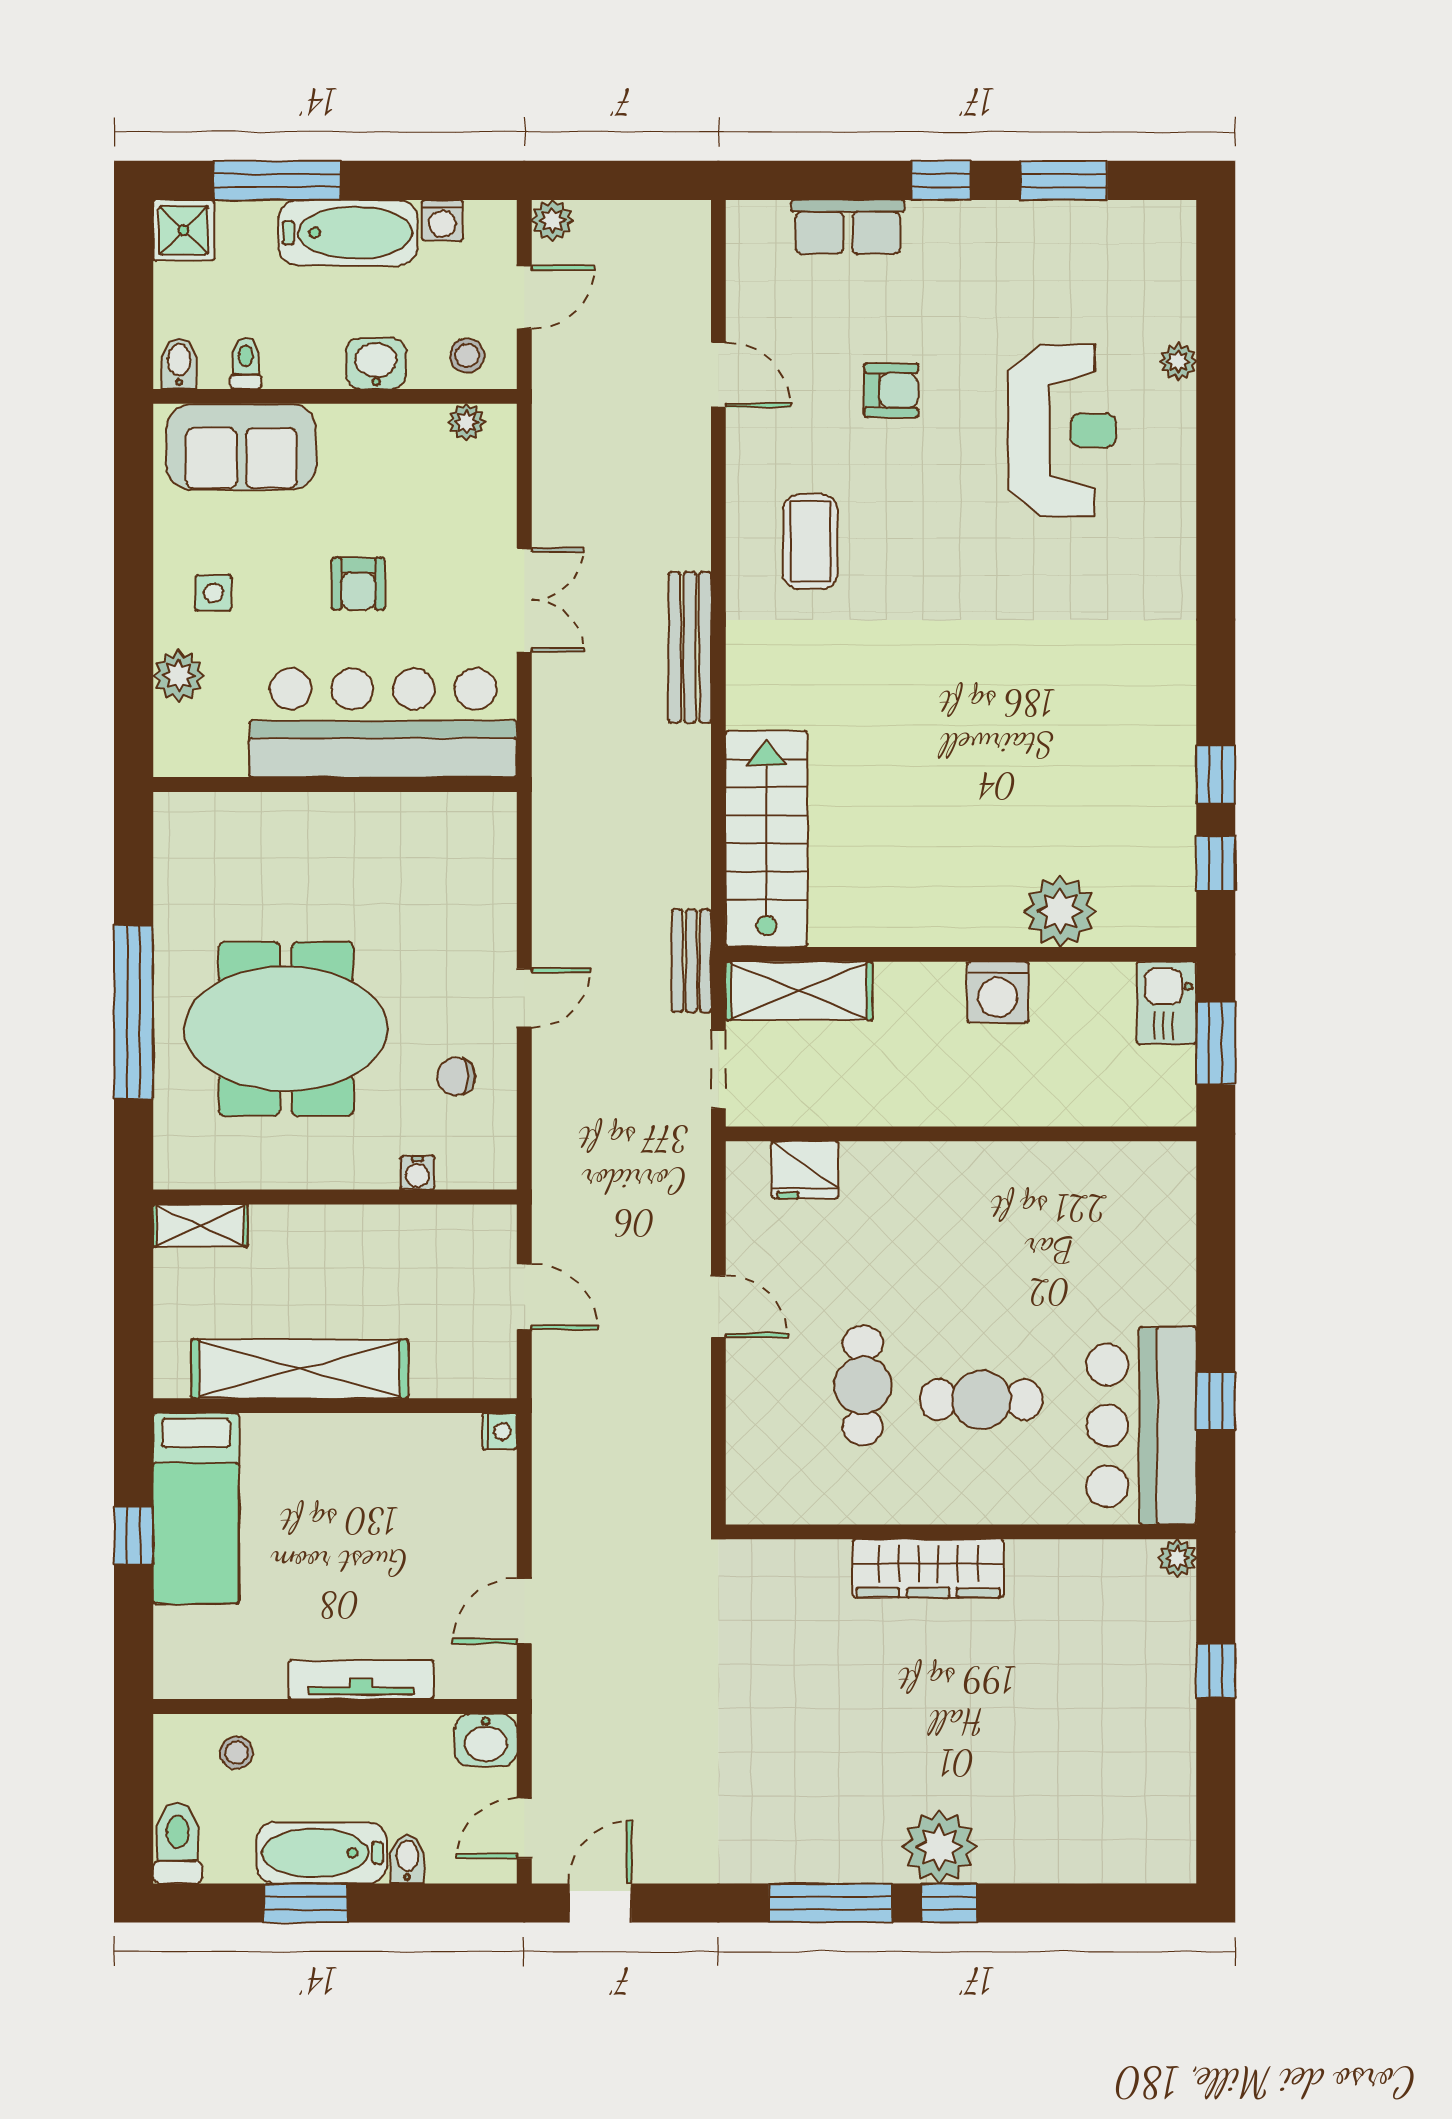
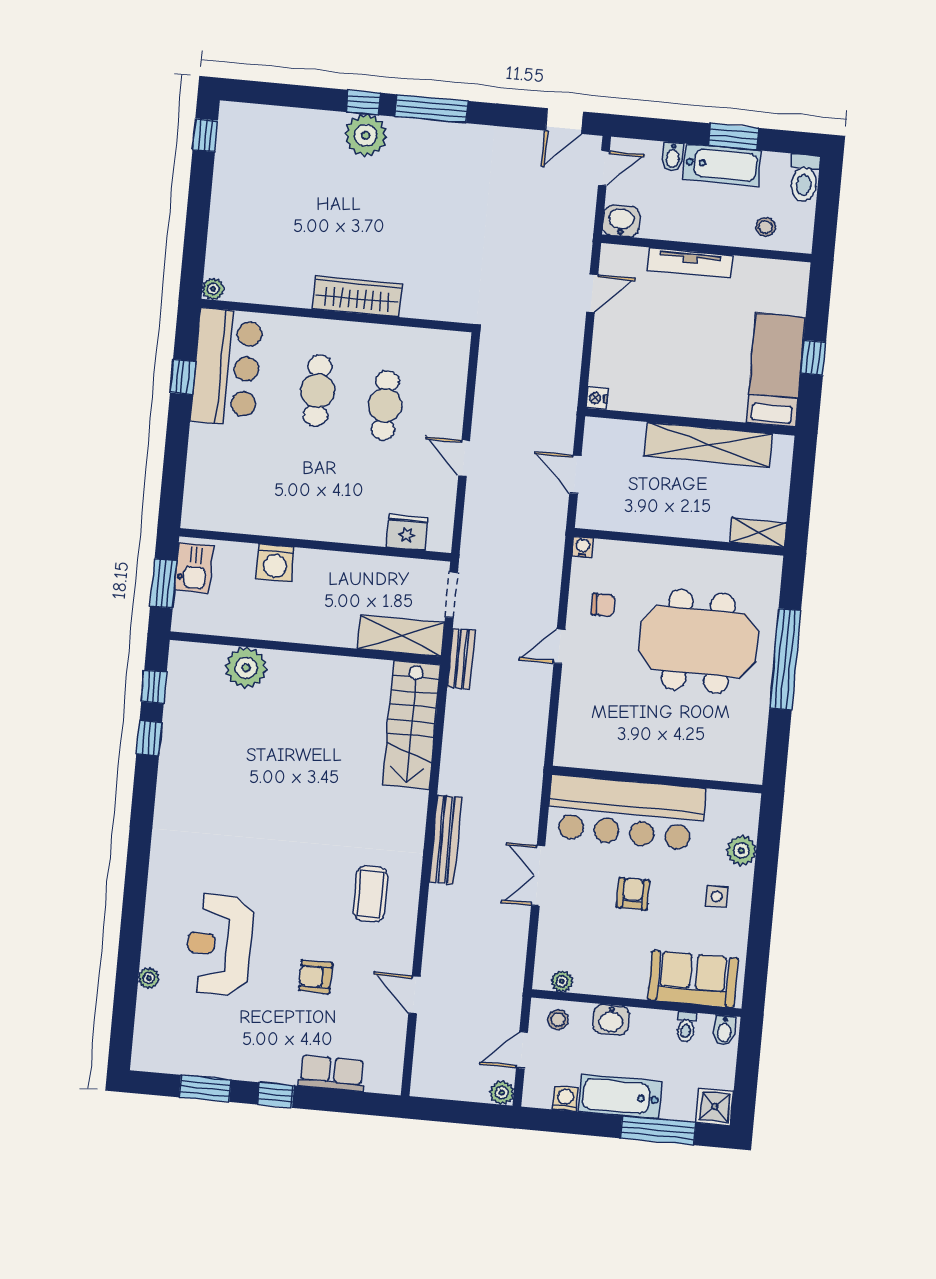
washing machine: (998, 992) -> (275, 563), moved, turned 180
kitchen sink: (1166, 1003) -> (194, 568), moved
water cooler: (417, 1173) -> (583, 547), moved
cafe table: (981, 1400) -> (318, 391), turned 90
window: (1216, 1671) -> (205, 135), moved

